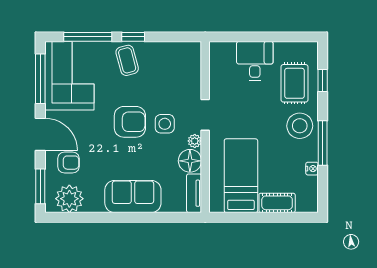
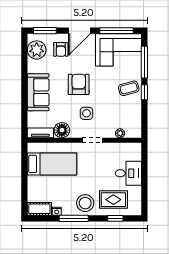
armchair: (130, 122) -> (79, 84), moved, turned 180
plant: (195, 141) -> (120, 133), moved
cot: (277, 203) -> (39, 209), moved, turned 90

